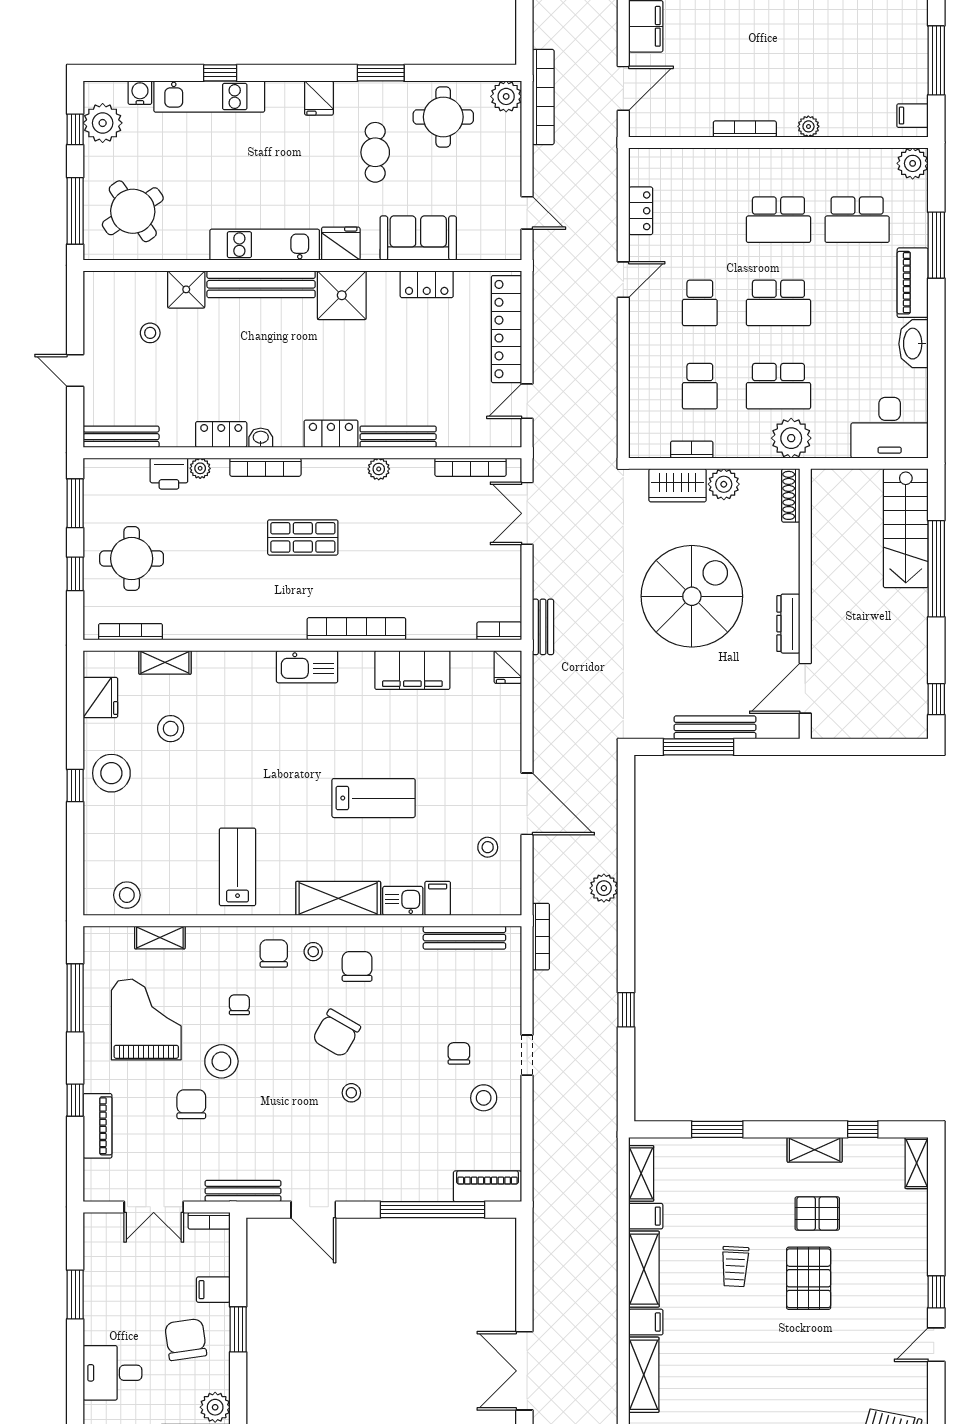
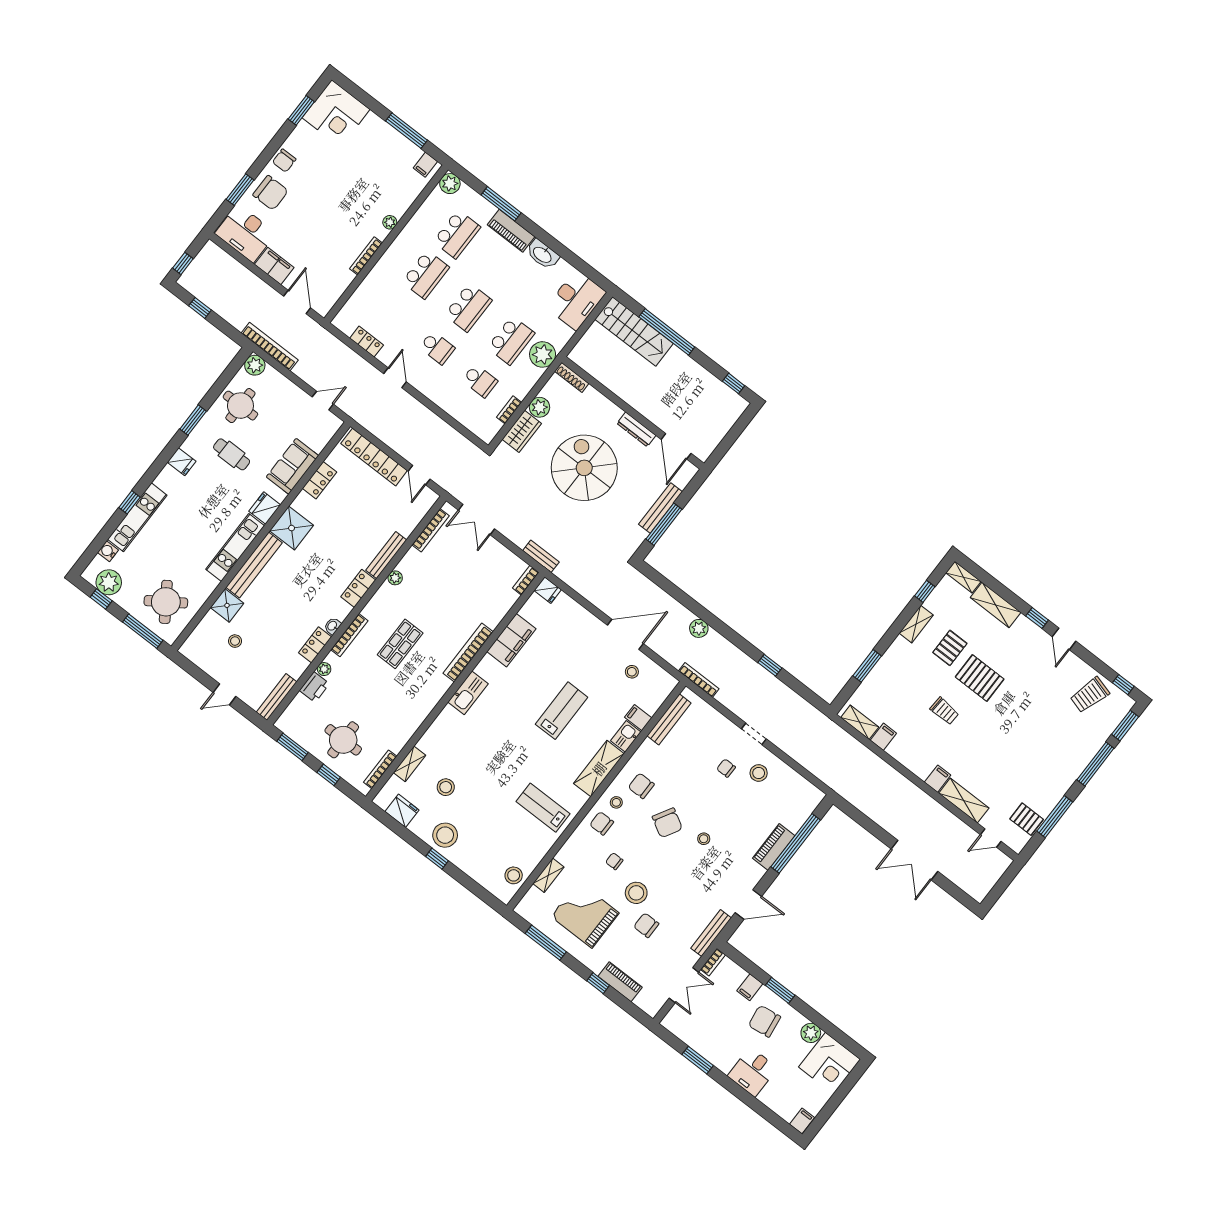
piano: (488, 1186) -> (774, 847), moved
shelving: (644, 1269) -> (996, 605), moved

